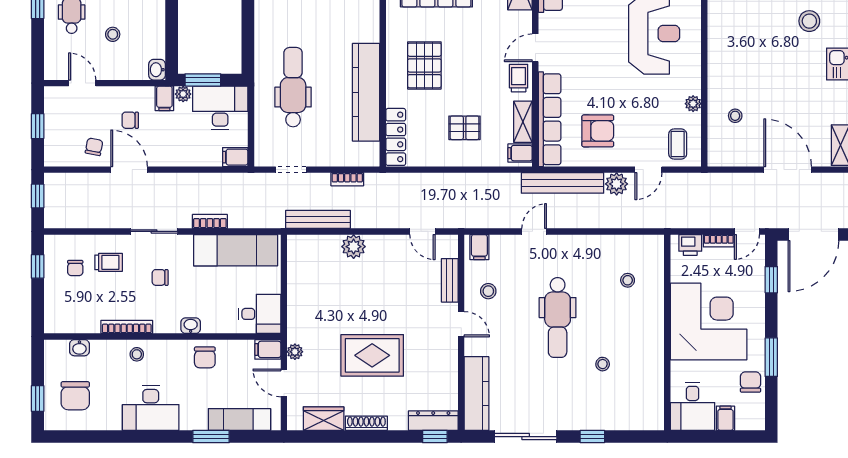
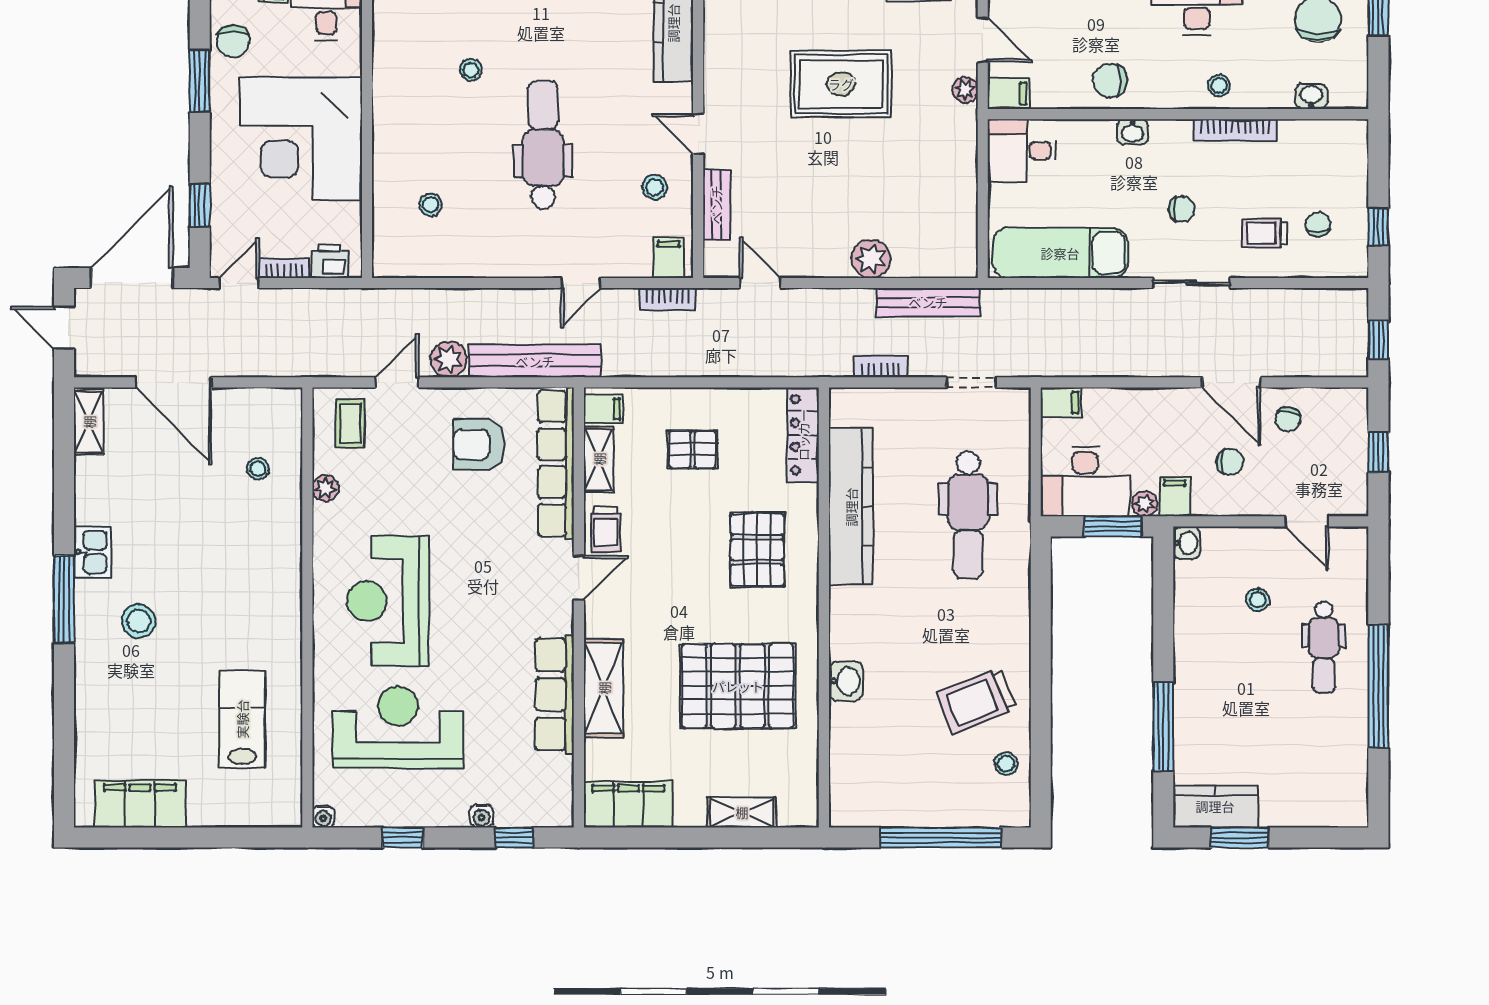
bookcase: (210, 221) -> (668, 299), moved
chair: (205, 357) -> (1110, 81), turned -90

